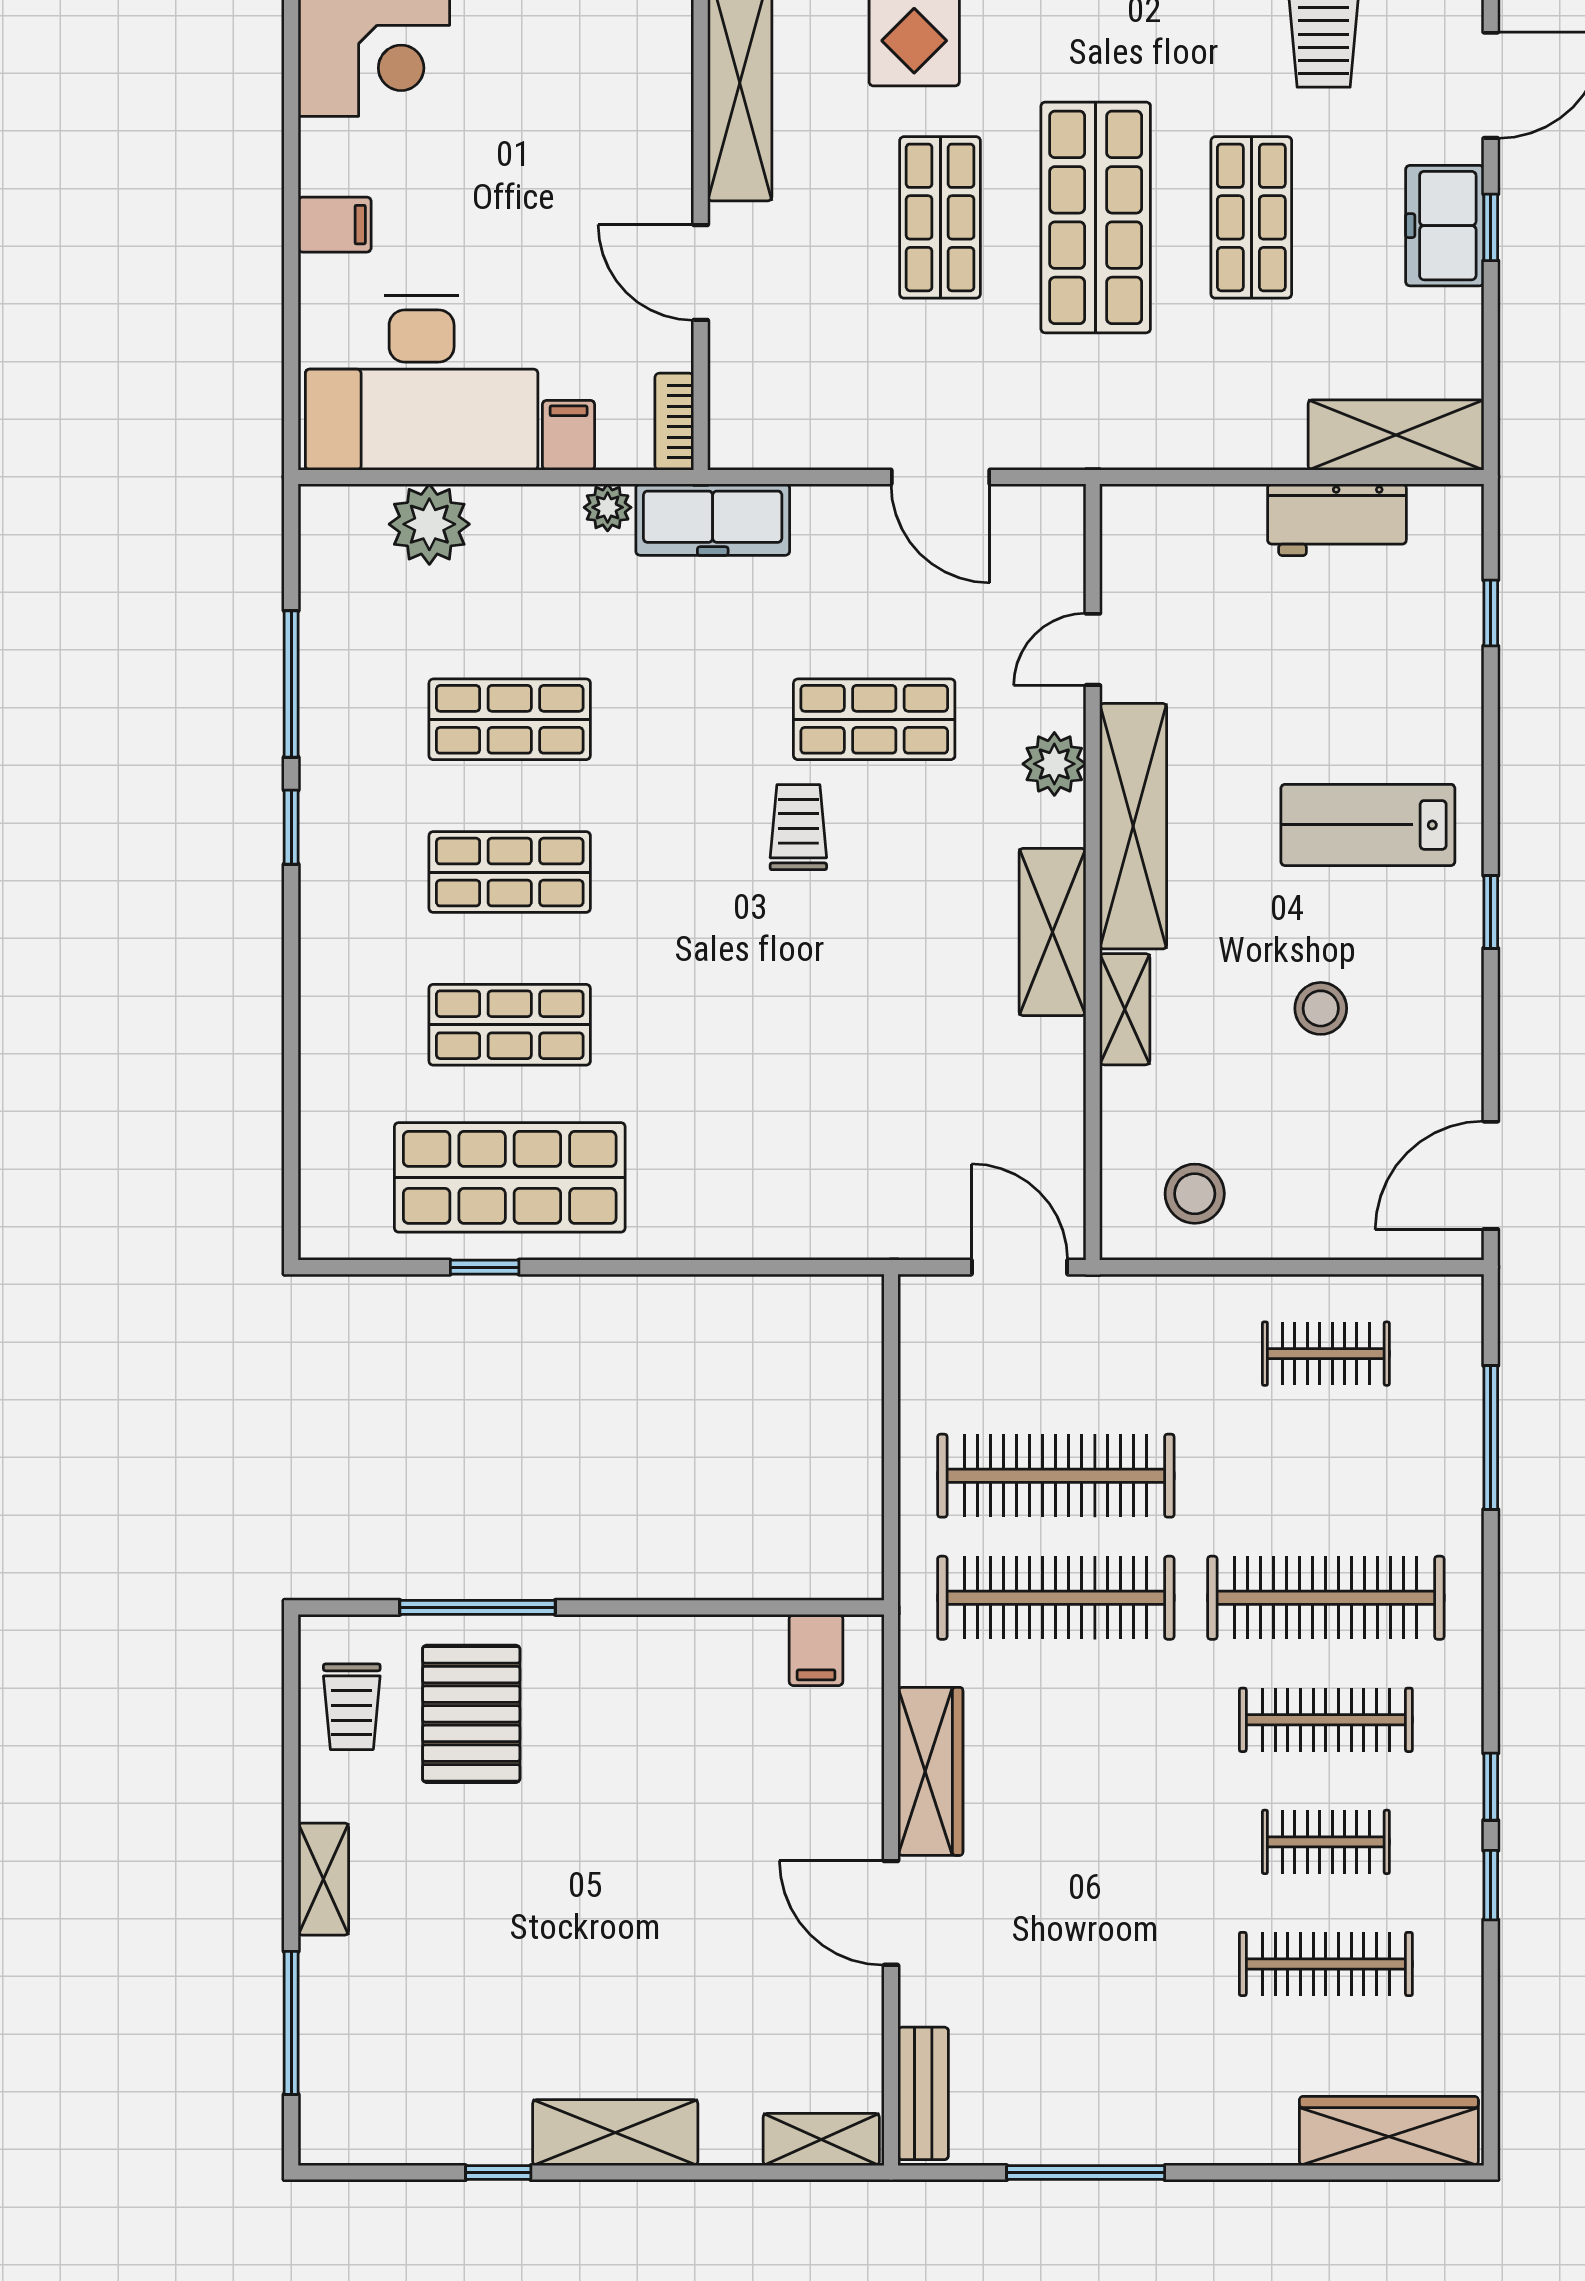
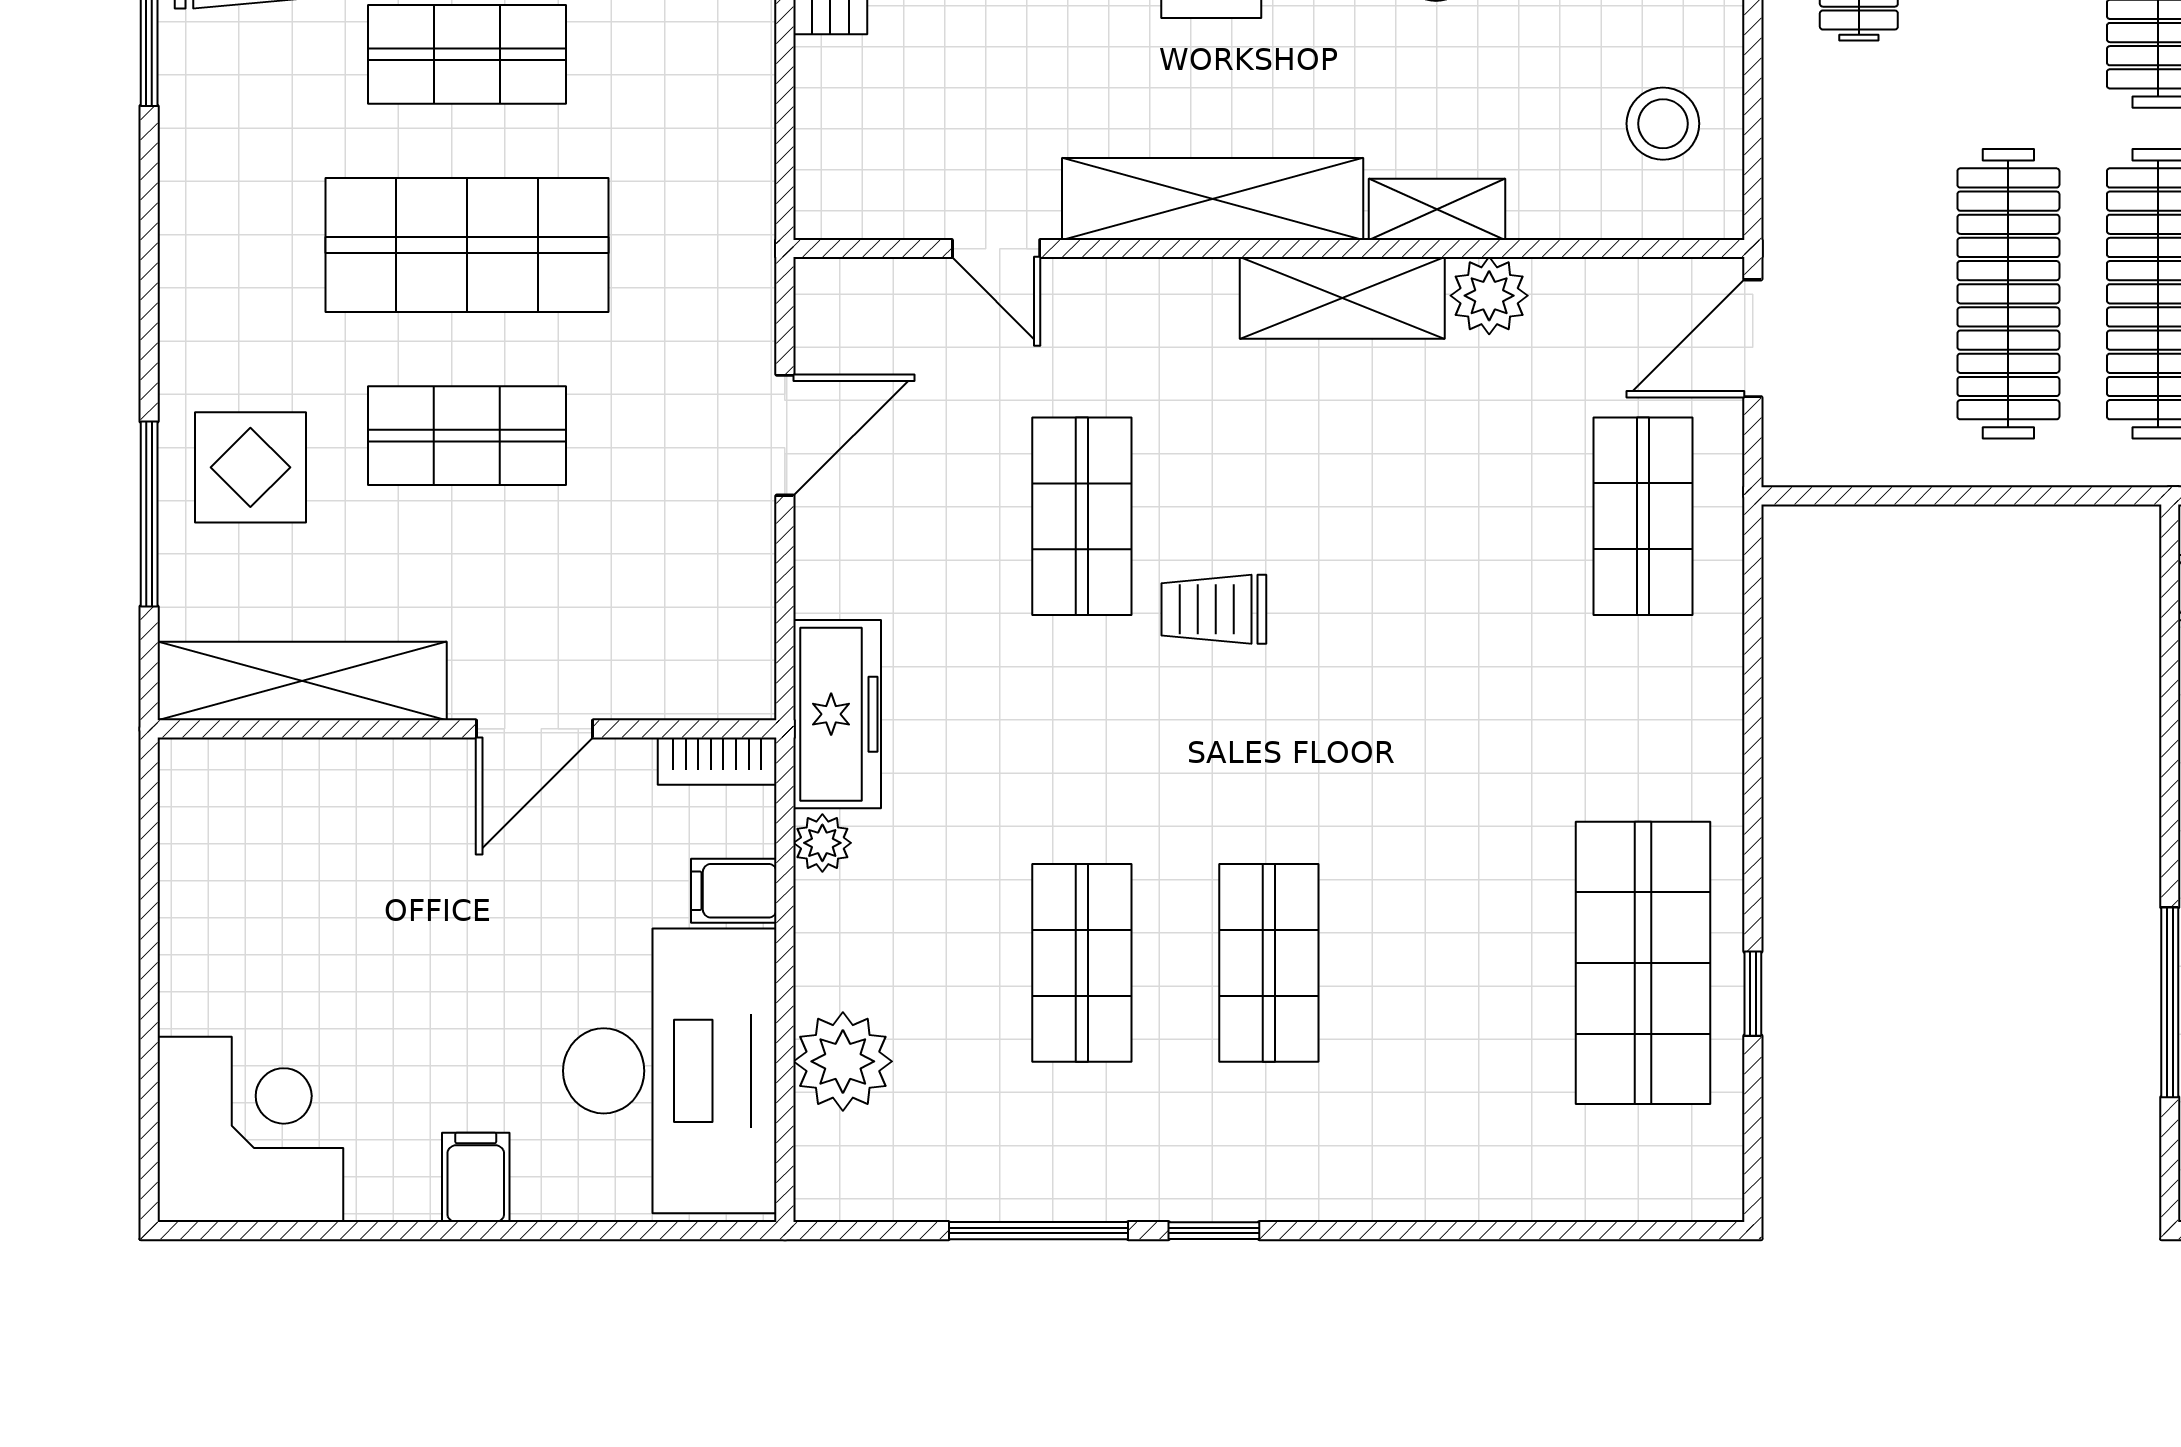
plant: (1054, 764) -> (1489, 296), moved
shop shelf: (510, 1025) -> (1643, 516), moved

